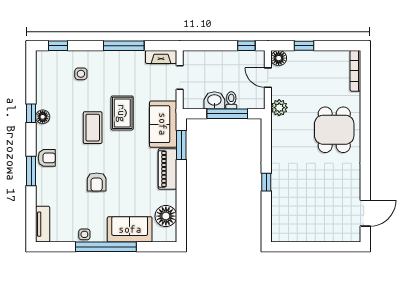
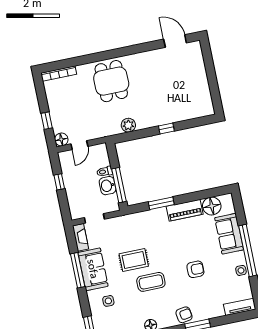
window: (246, 46) -> (59, 182), moved
plant: (279, 108) -> (128, 125), moved
window: (227, 114) -> (119, 185), moved
sofa: (163, 124) -> (93, 269), moved, turned -90
dining table: (334, 130) -> (111, 81), turned 90
window: (181, 145) -> (161, 203), moved
armchair: (47, 158) -> (184, 315), turned 81
piano: (167, 169) -> (185, 210), moved

